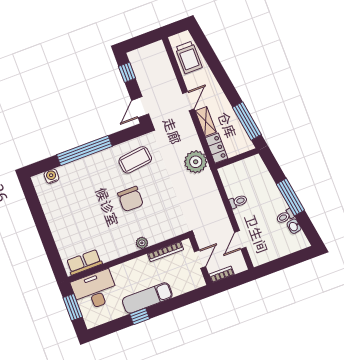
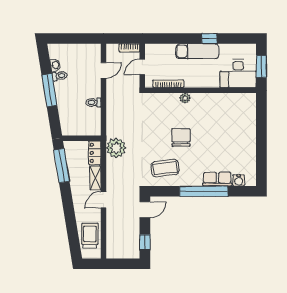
row of seats: (84, 262) -> (217, 179), moved, turned 180

